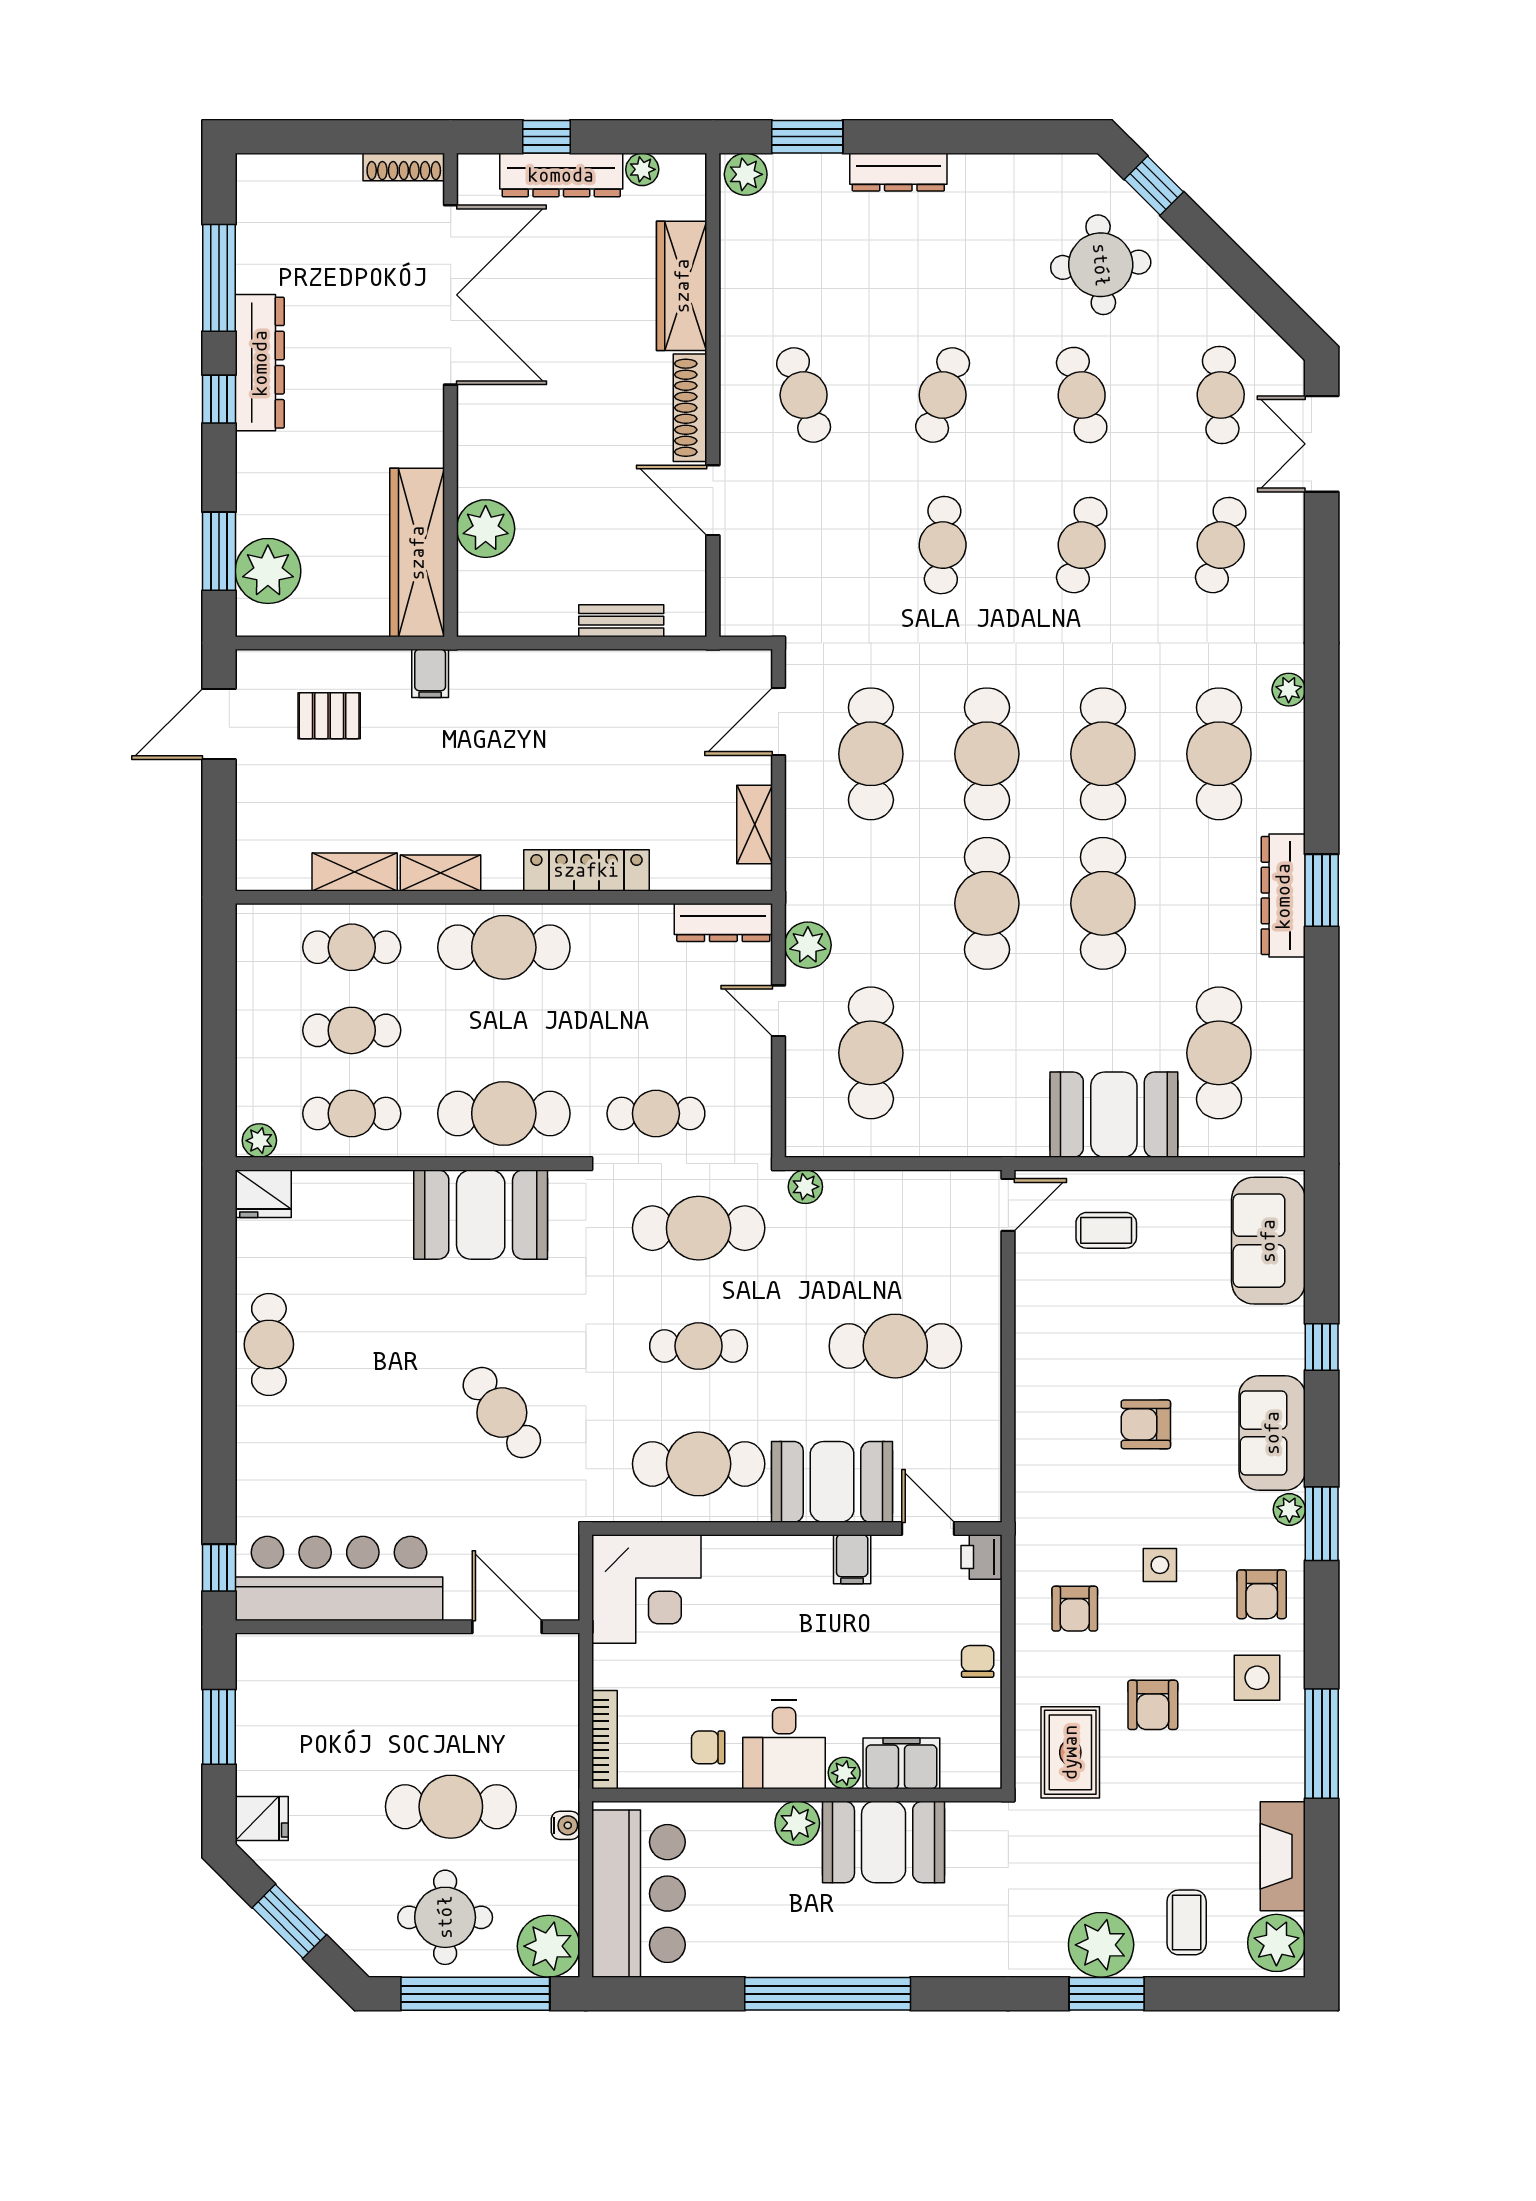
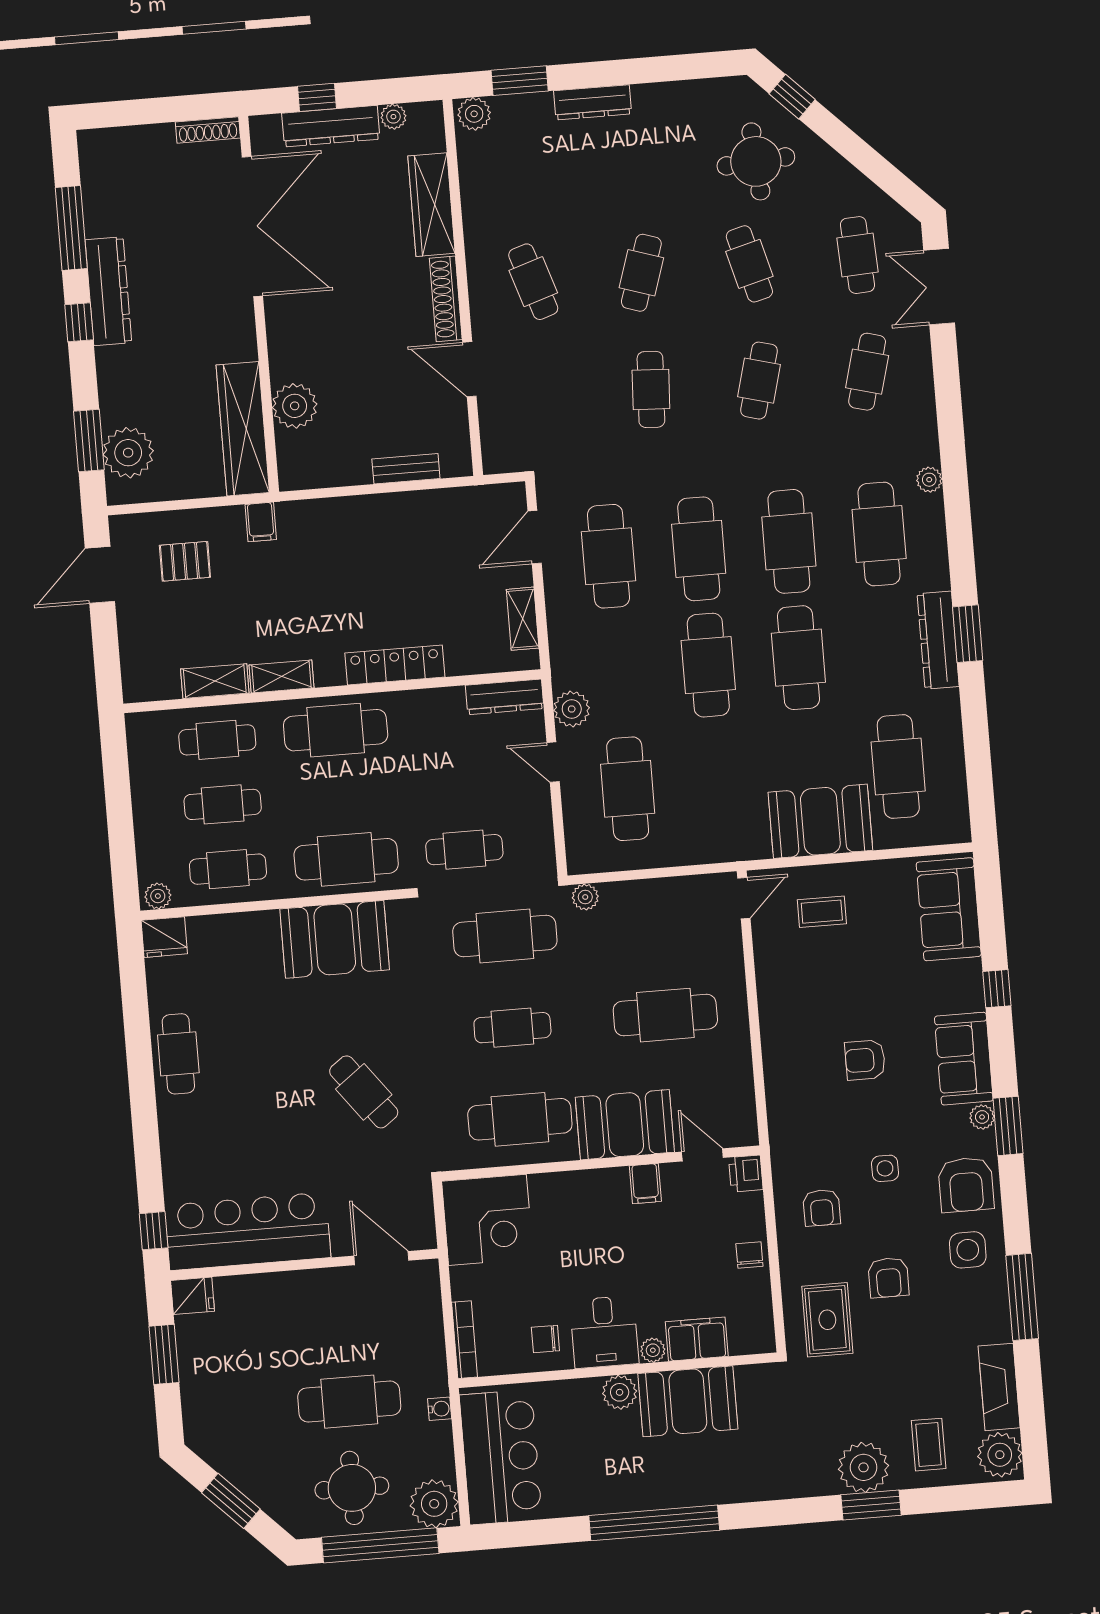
armchair: (1262, 1594) -> (966, 1185), width x1.38, depth x1.38
fridge: (262, 1818) -> (193, 1296), moved

